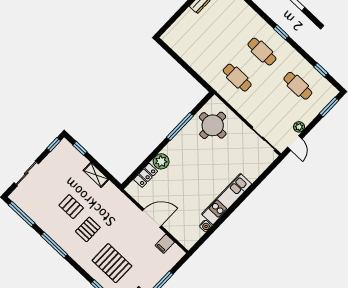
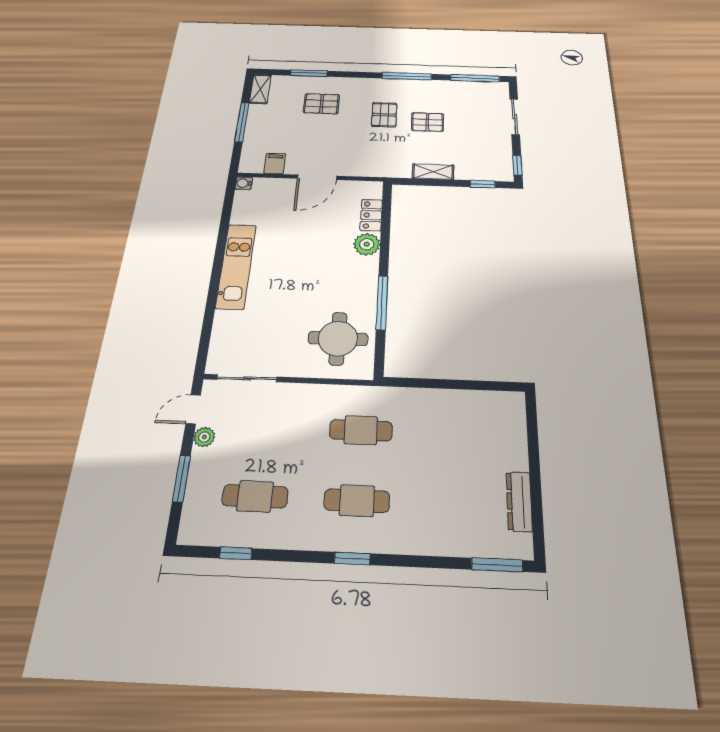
window: (329, 107) -> (181, 479), moved
door: (295, 143) -> (193, 409), hinge flipped
water cooler: (205, 226) -> (244, 183), moved
pallet: (112, 263) -> (322, 104), width x0.67, depth x0.71

